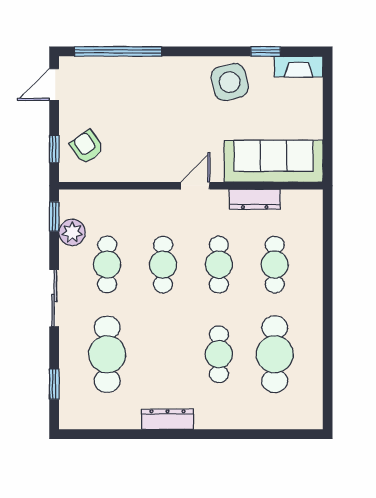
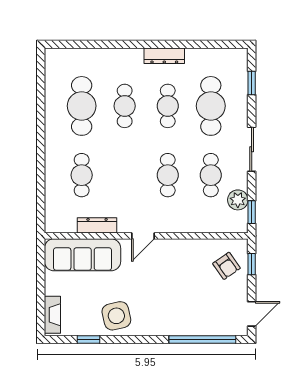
fireplace: (299, 67) -> (52, 315), moved, turned 90
cafe table: (219, 265) -> (168, 106), moved

